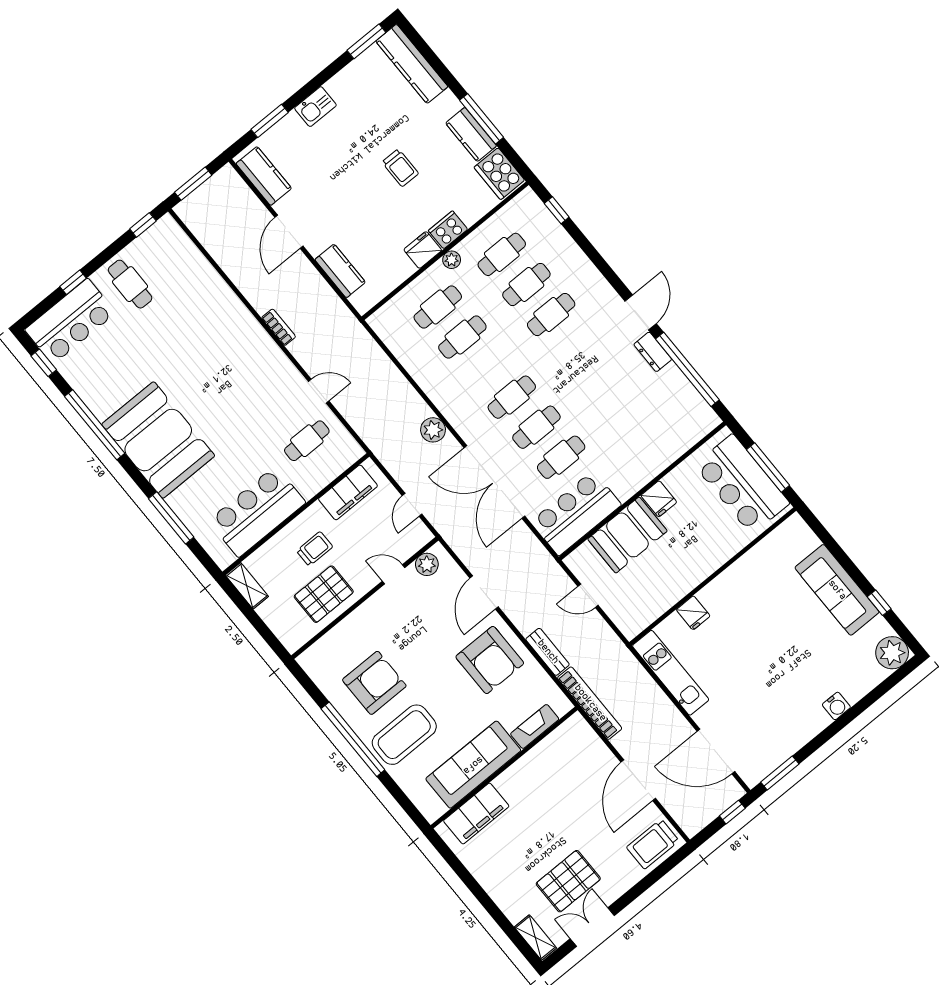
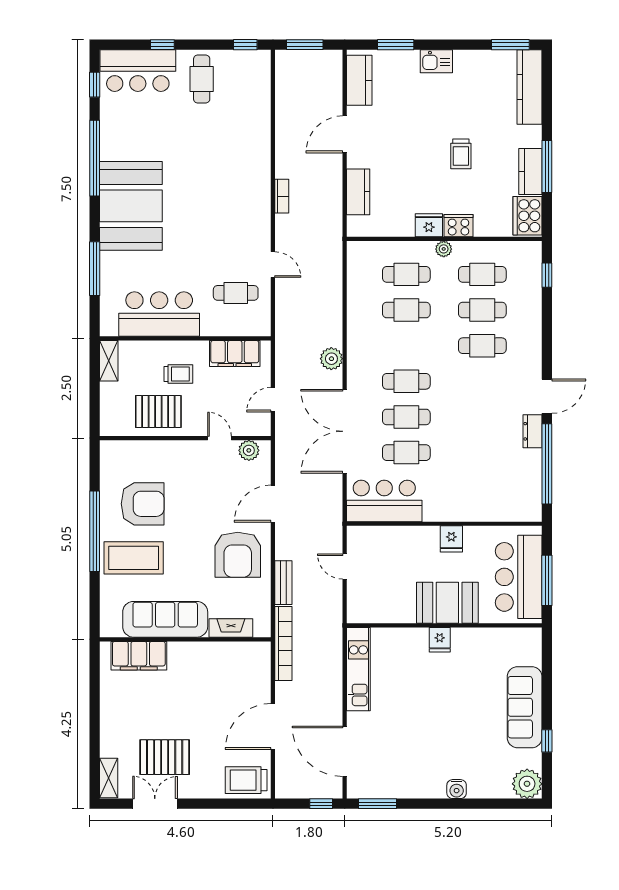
booth: (627, 535) -> (447, 603), moved
fridge: (693, 613) -> (440, 640), moved

